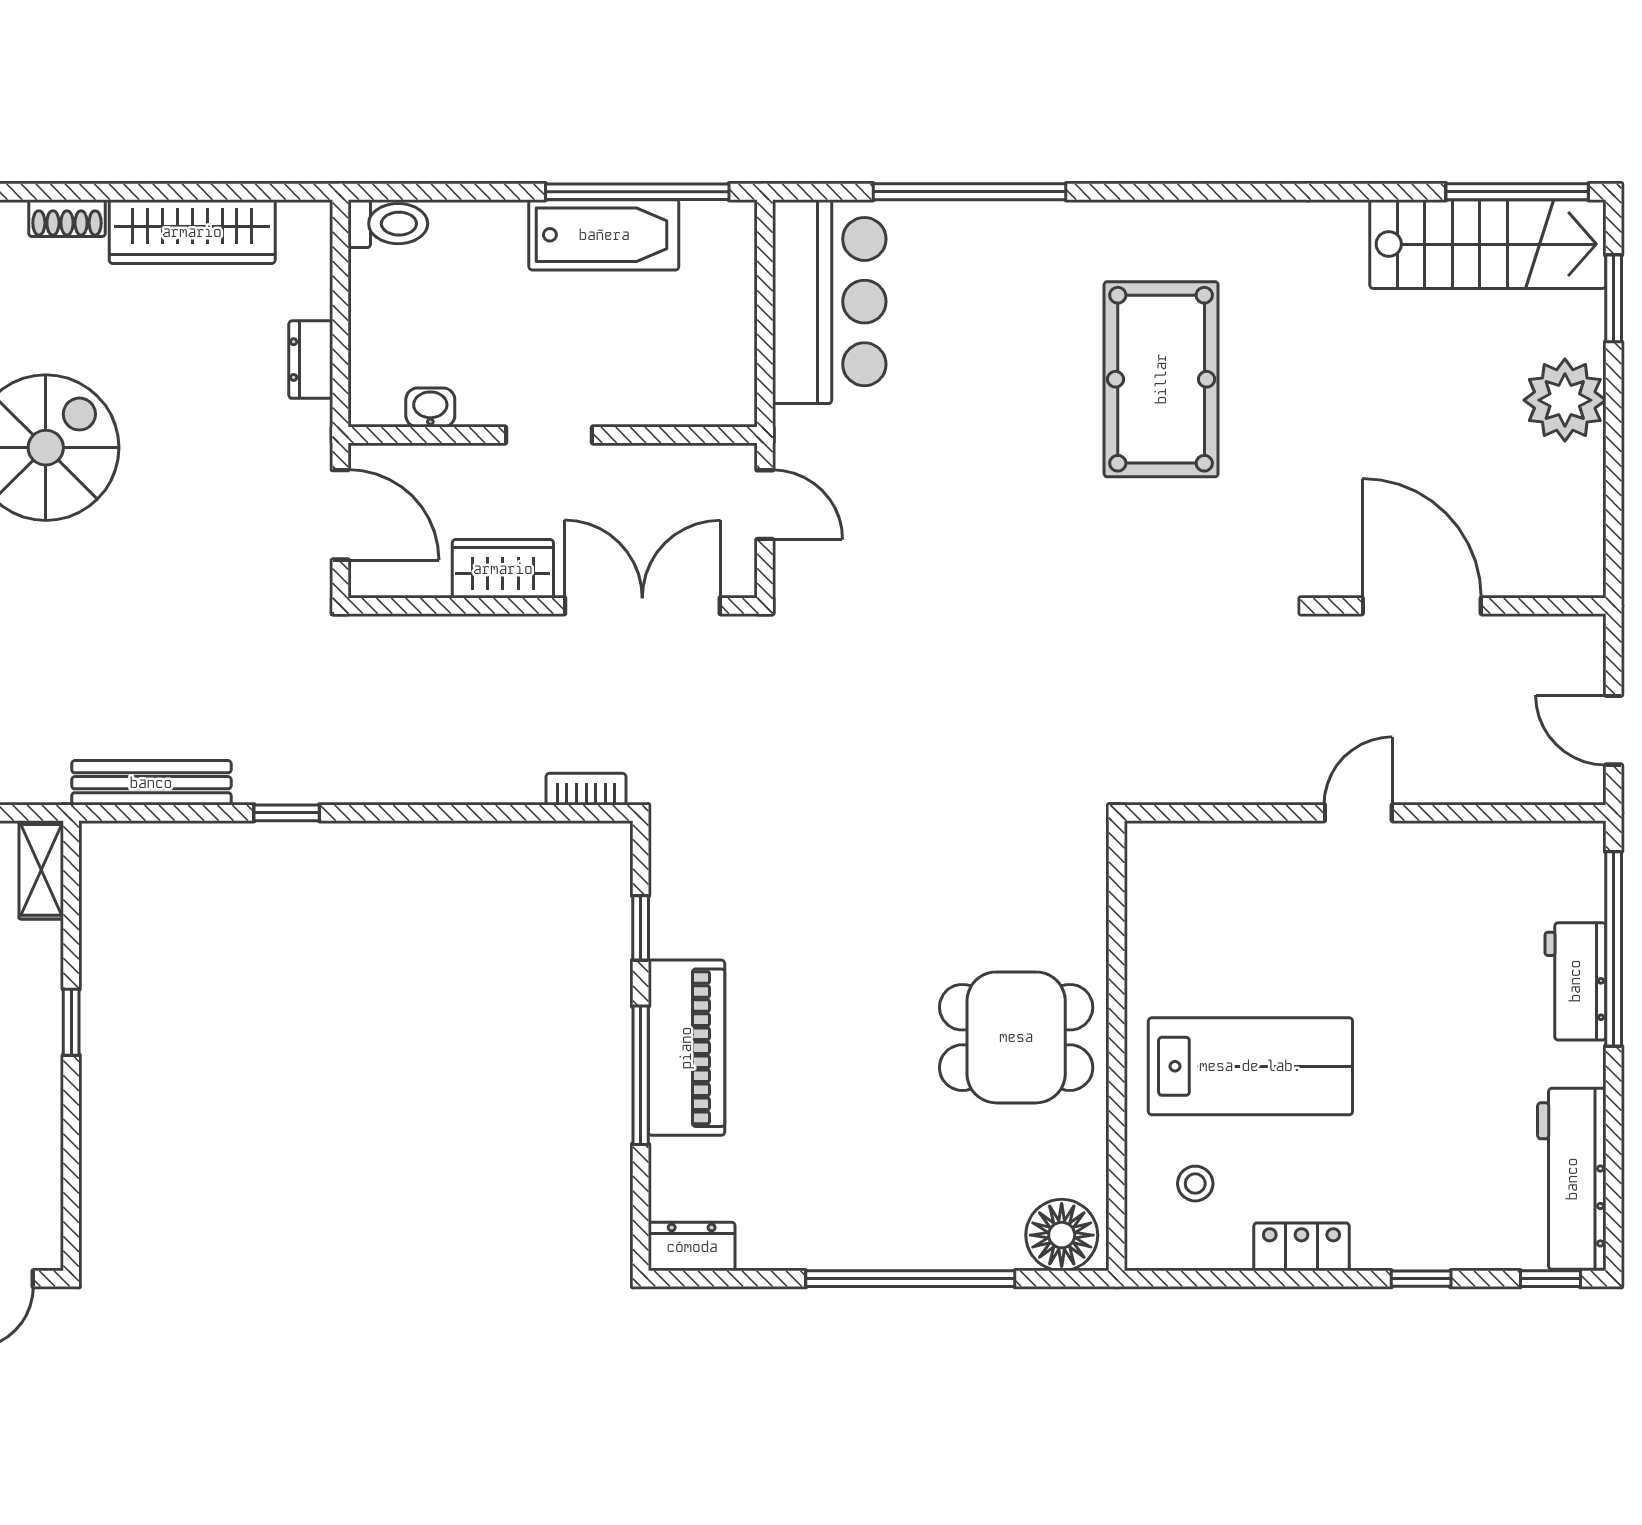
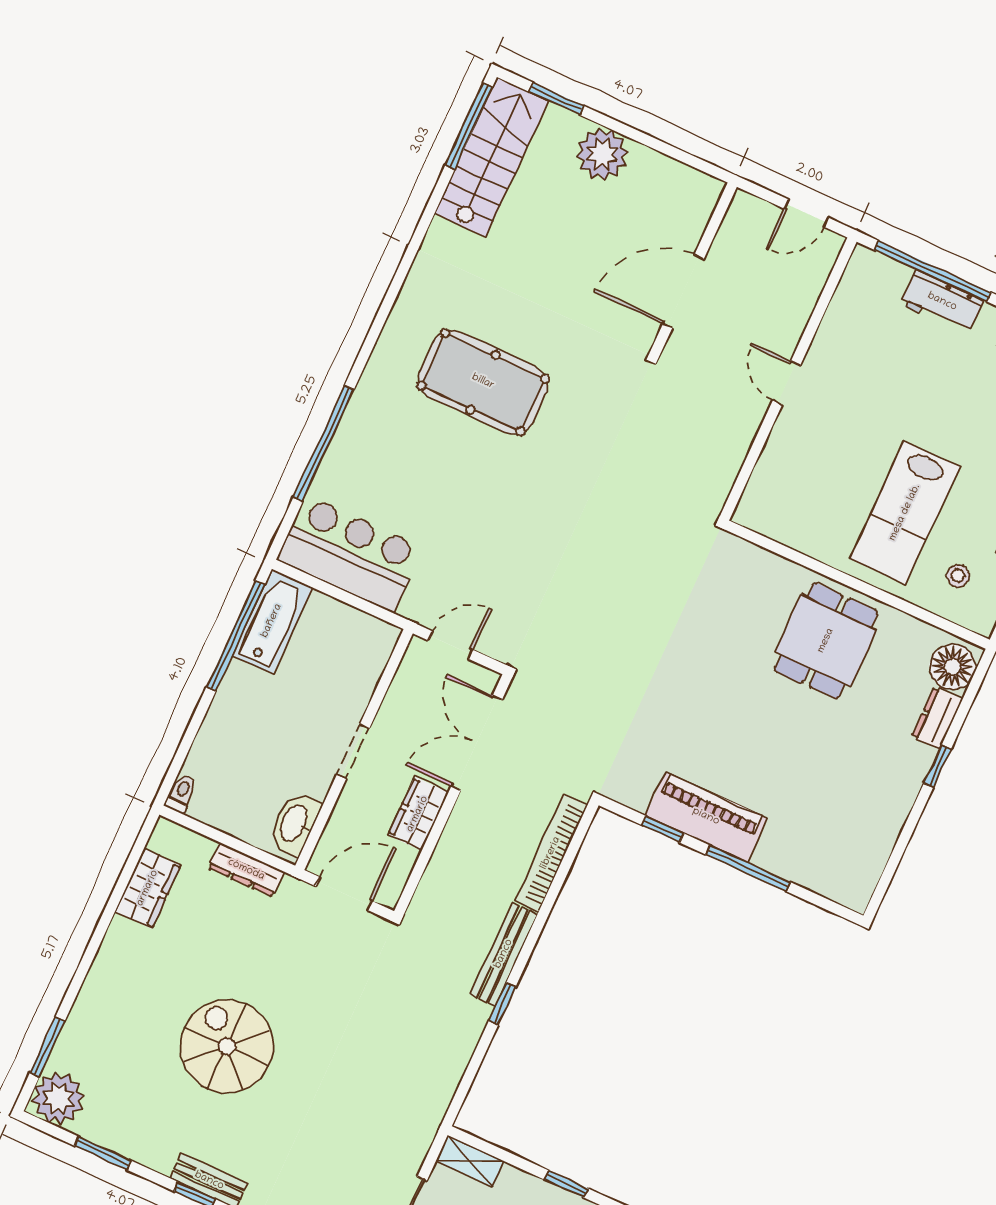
shoe rack: (67, 218) -> (100, 973), removed
toilet: (388, 224) -> (181, 794), width x0.73, depth x0.72
wardrobe: (192, 232) -> (148, 888), width x0.67
bathtub: (604, 235) -> (272, 621), moved
dresser: (311, 360) -> (246, 870), width x1.44
washbasin: (430, 408) -> (295, 824), width x1.91, depth x1.45
bench: (151, 783) -> (504, 954), moved
bookcase: (586, 789) -> (551, 853), width x2.31, depth x1.31
piano: (686, 1048) -> (706, 817), moved
lab bench: (1250, 1066) -> (905, 513), turned 180
dresser: (692, 1247) -> (937, 718), moved
window: (910, 1279) -> (938, 766), width x0.32

